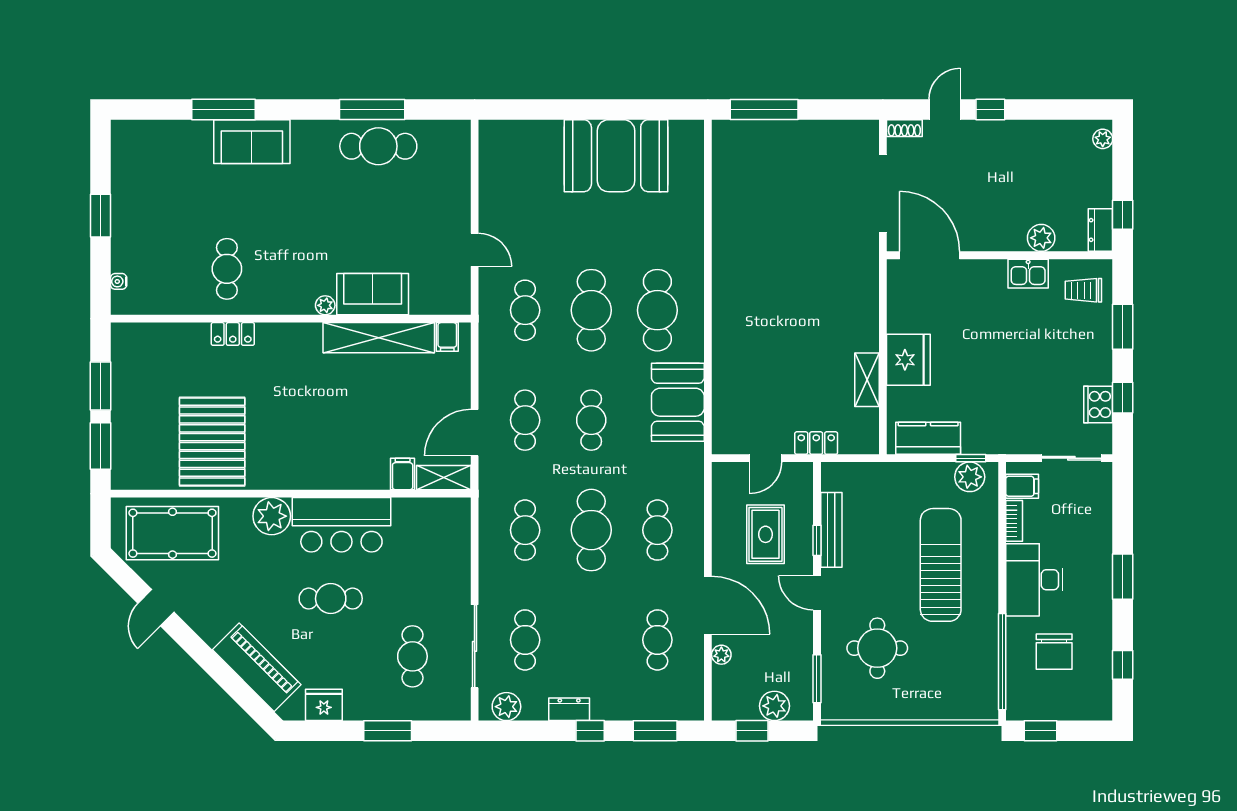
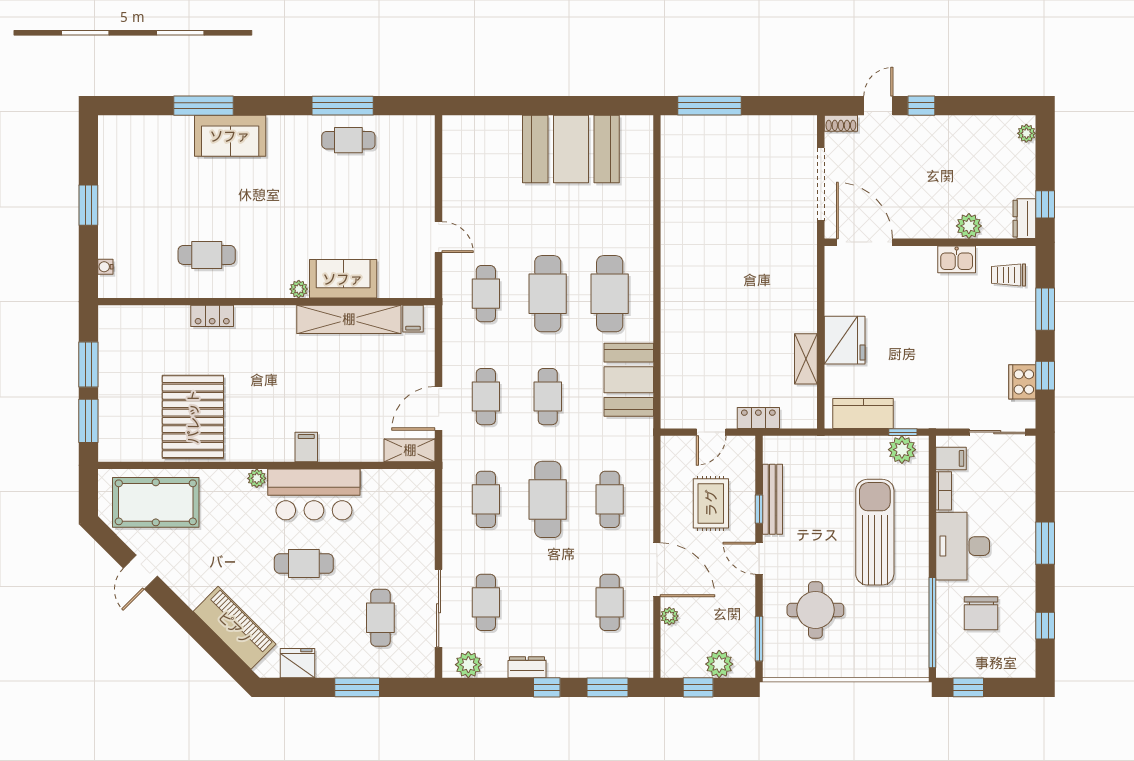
cafe table: (378, 146) -> (348, 140), width x0.73, depth x0.74
cafe table: (227, 269) -> (207, 255), turned 90
filing cabinet: (403, 474) -> (306, 447), moved
plant: (272, 516) -> (257, 478), width x0.53, depth x0.53

